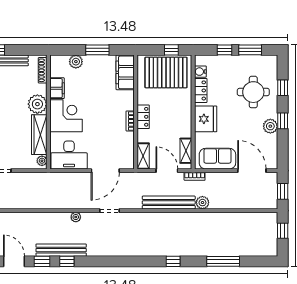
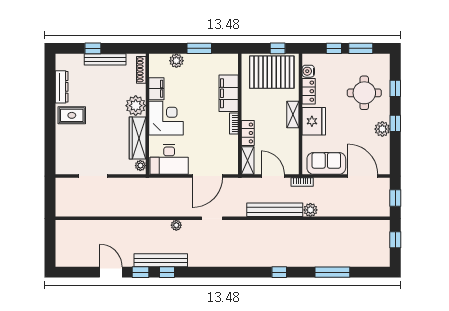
filing cabinet: (125, 72) -> (229, 93), moved
locker: (143, 117) -> (248, 133), moved
shelving: (186, 151) -> (293, 115), moved

